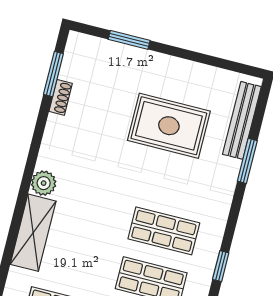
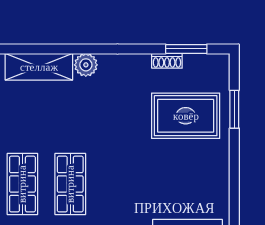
rug: (169, 126) -> (186, 116), moved, turned 90

